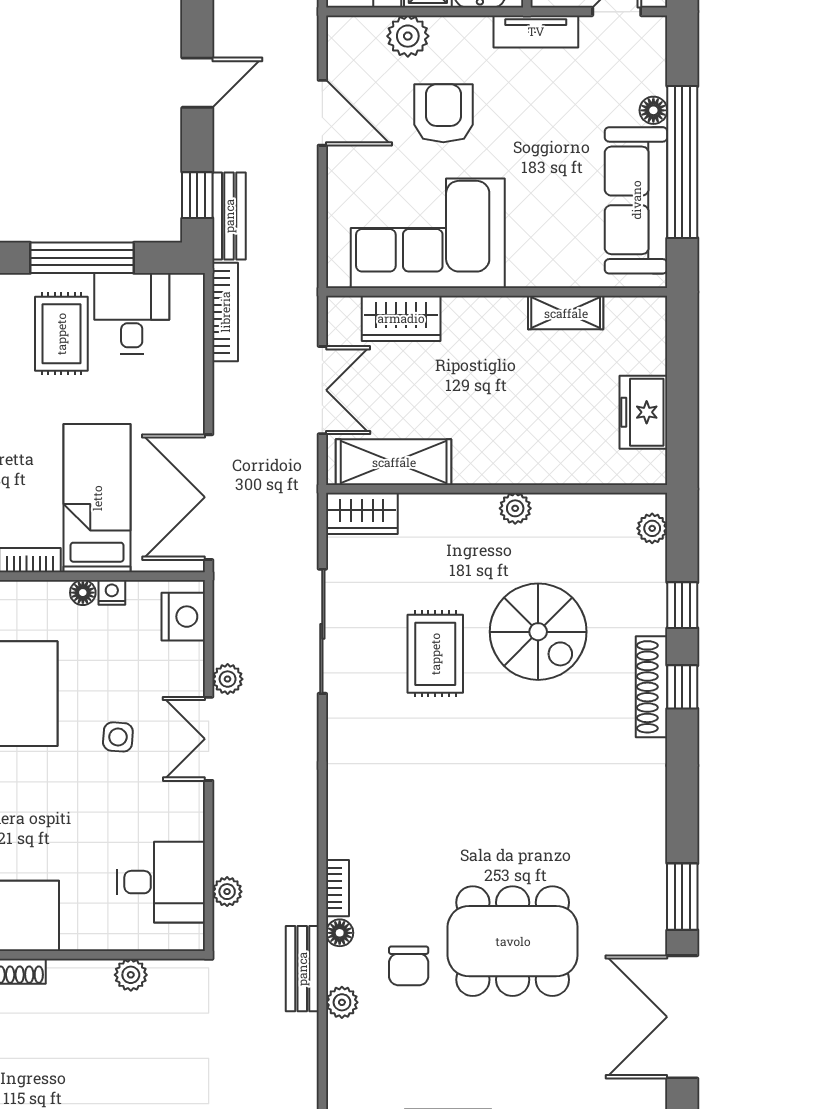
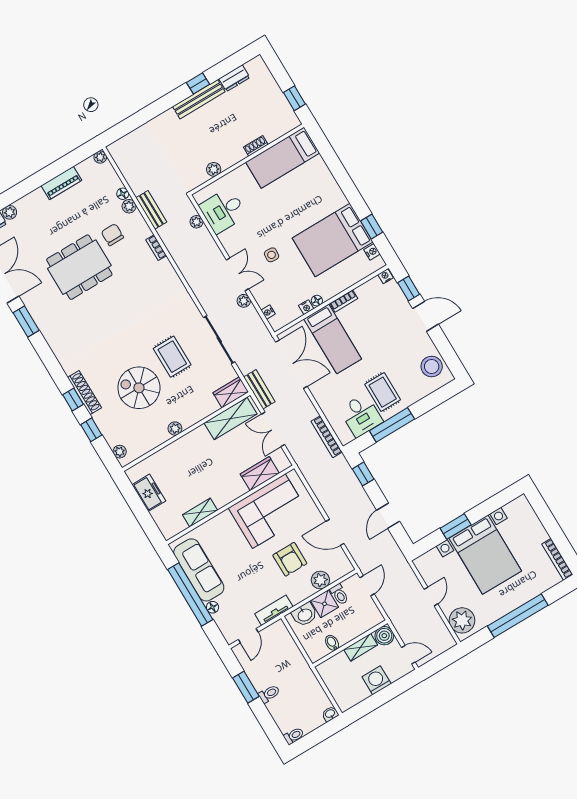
bench: (229, 216) -> (259, 389), moved
nightstand: (183, 617) -> (268, 312), width x0.53, depth x0.56
floor lamp: (340, 933) -> (123, 194), moved

